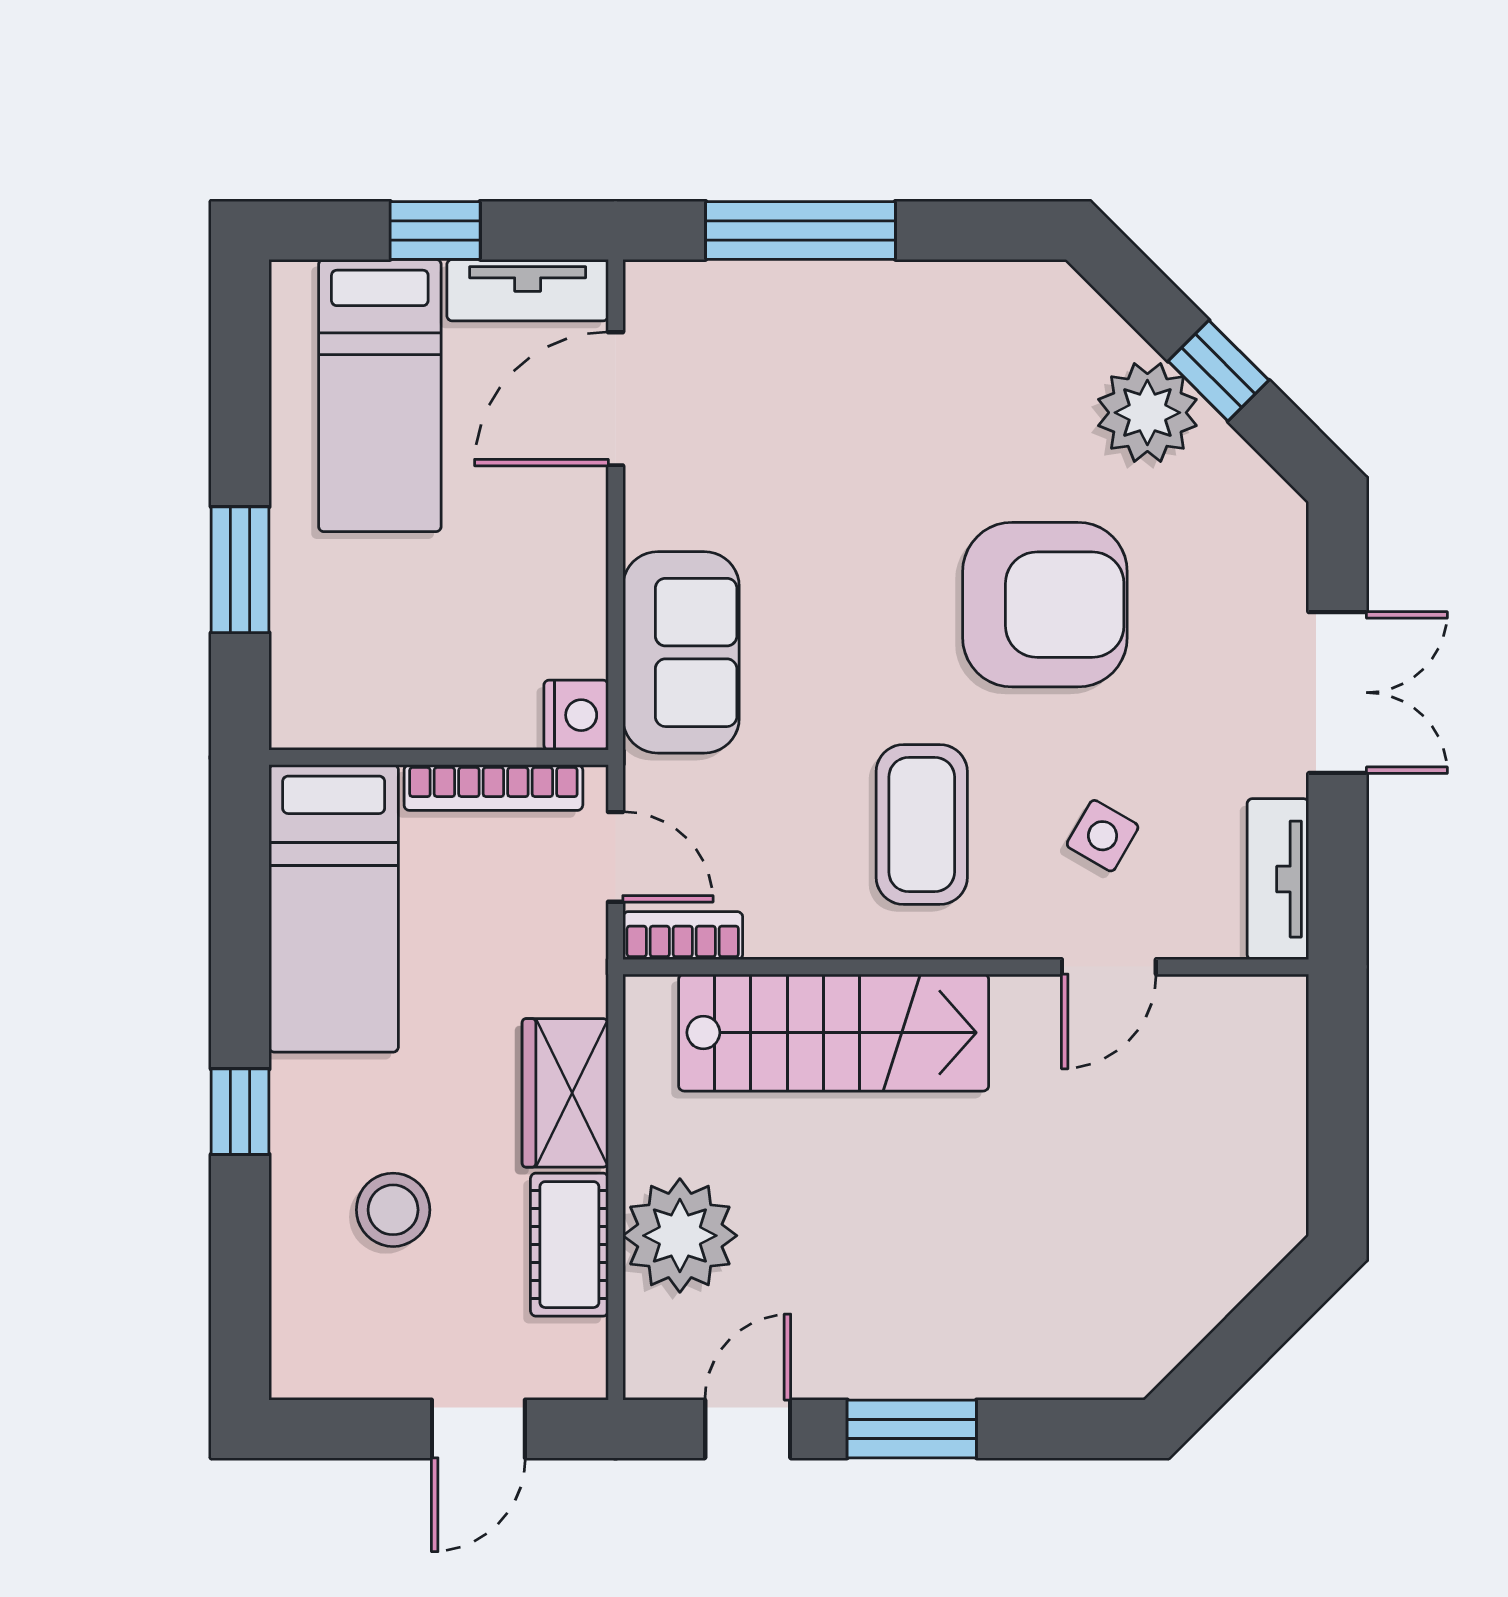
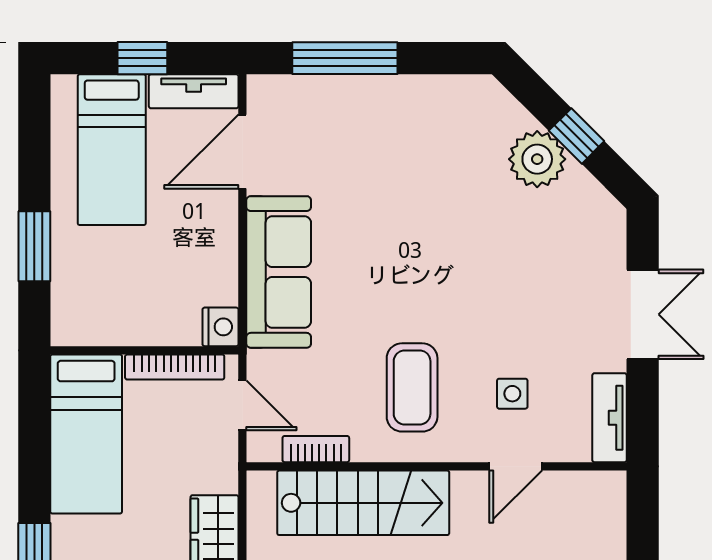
armchair: (1045, 605) -> (480, 266), removed
sofa: (681, 652) -> (279, 272), width x1.36
side table: (1103, 836) -> (512, 394), turned -30
bookcase: (683, 936) -> (316, 449), moved

